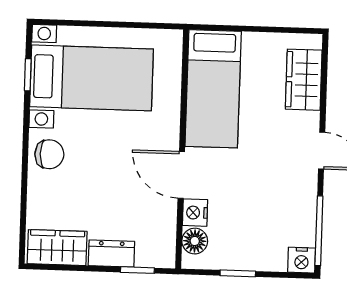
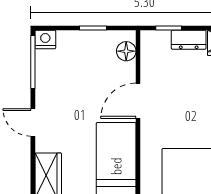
door: (181, 175) -> (138, 101), swing flipped
nightstand: (195, 213) -> (127, 73), removed

